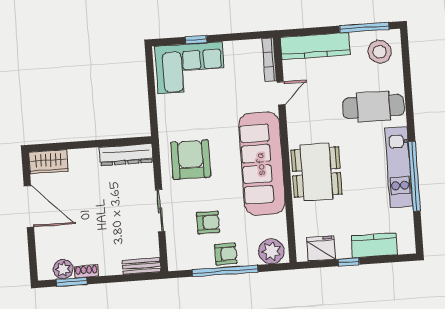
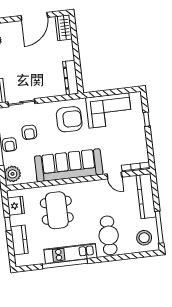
corner sofa: (190, 68) -> (109, 110), moved, turned -90
dining table: (316, 172) -> (57, 210), moved, turned 90
sliding door: (160, 211) -> (21, 103), moved

